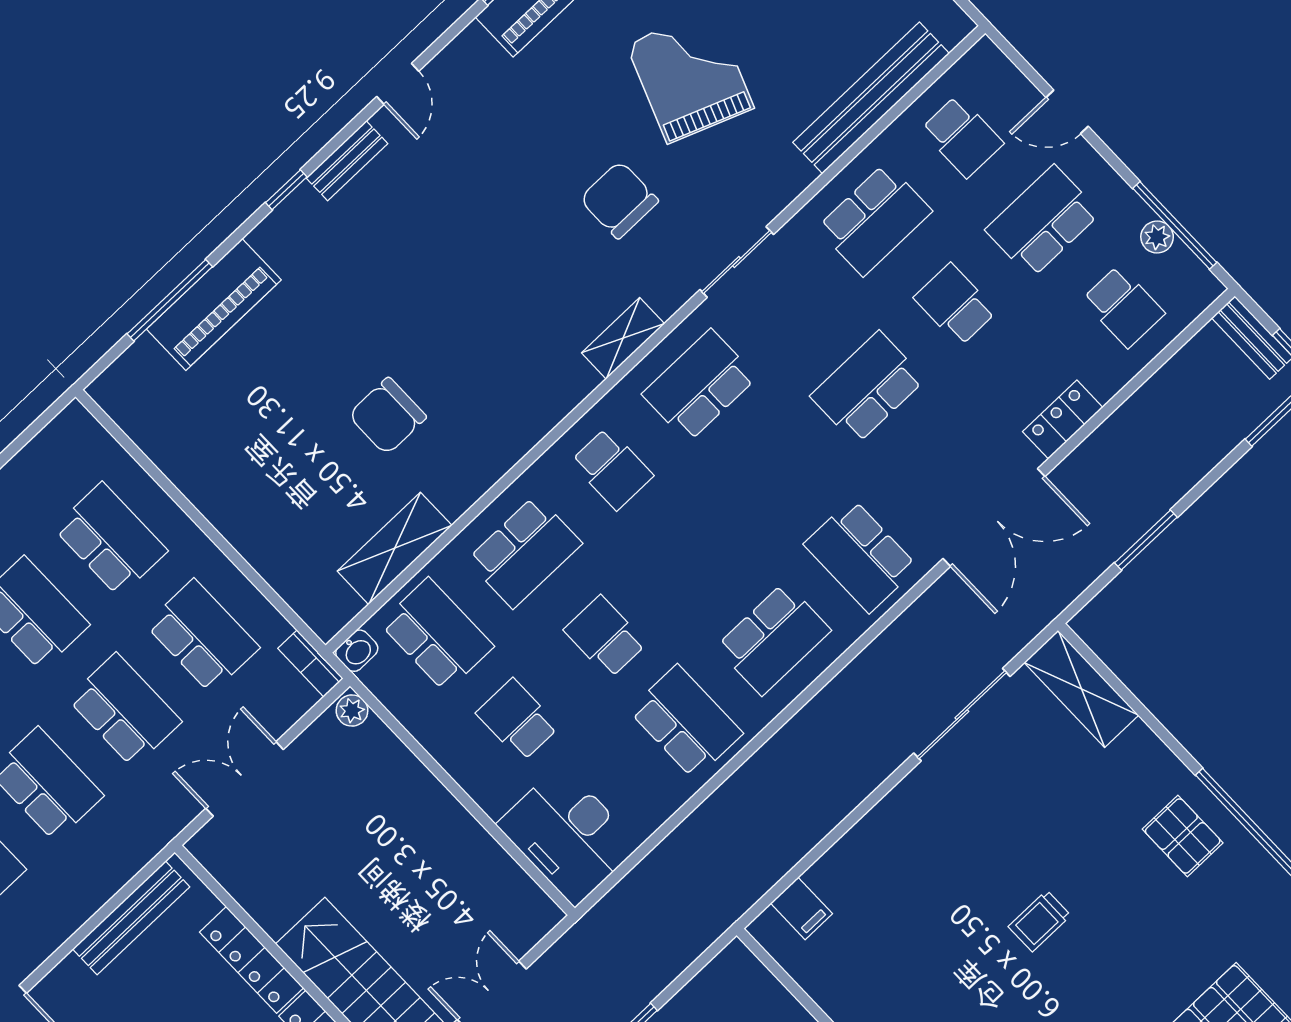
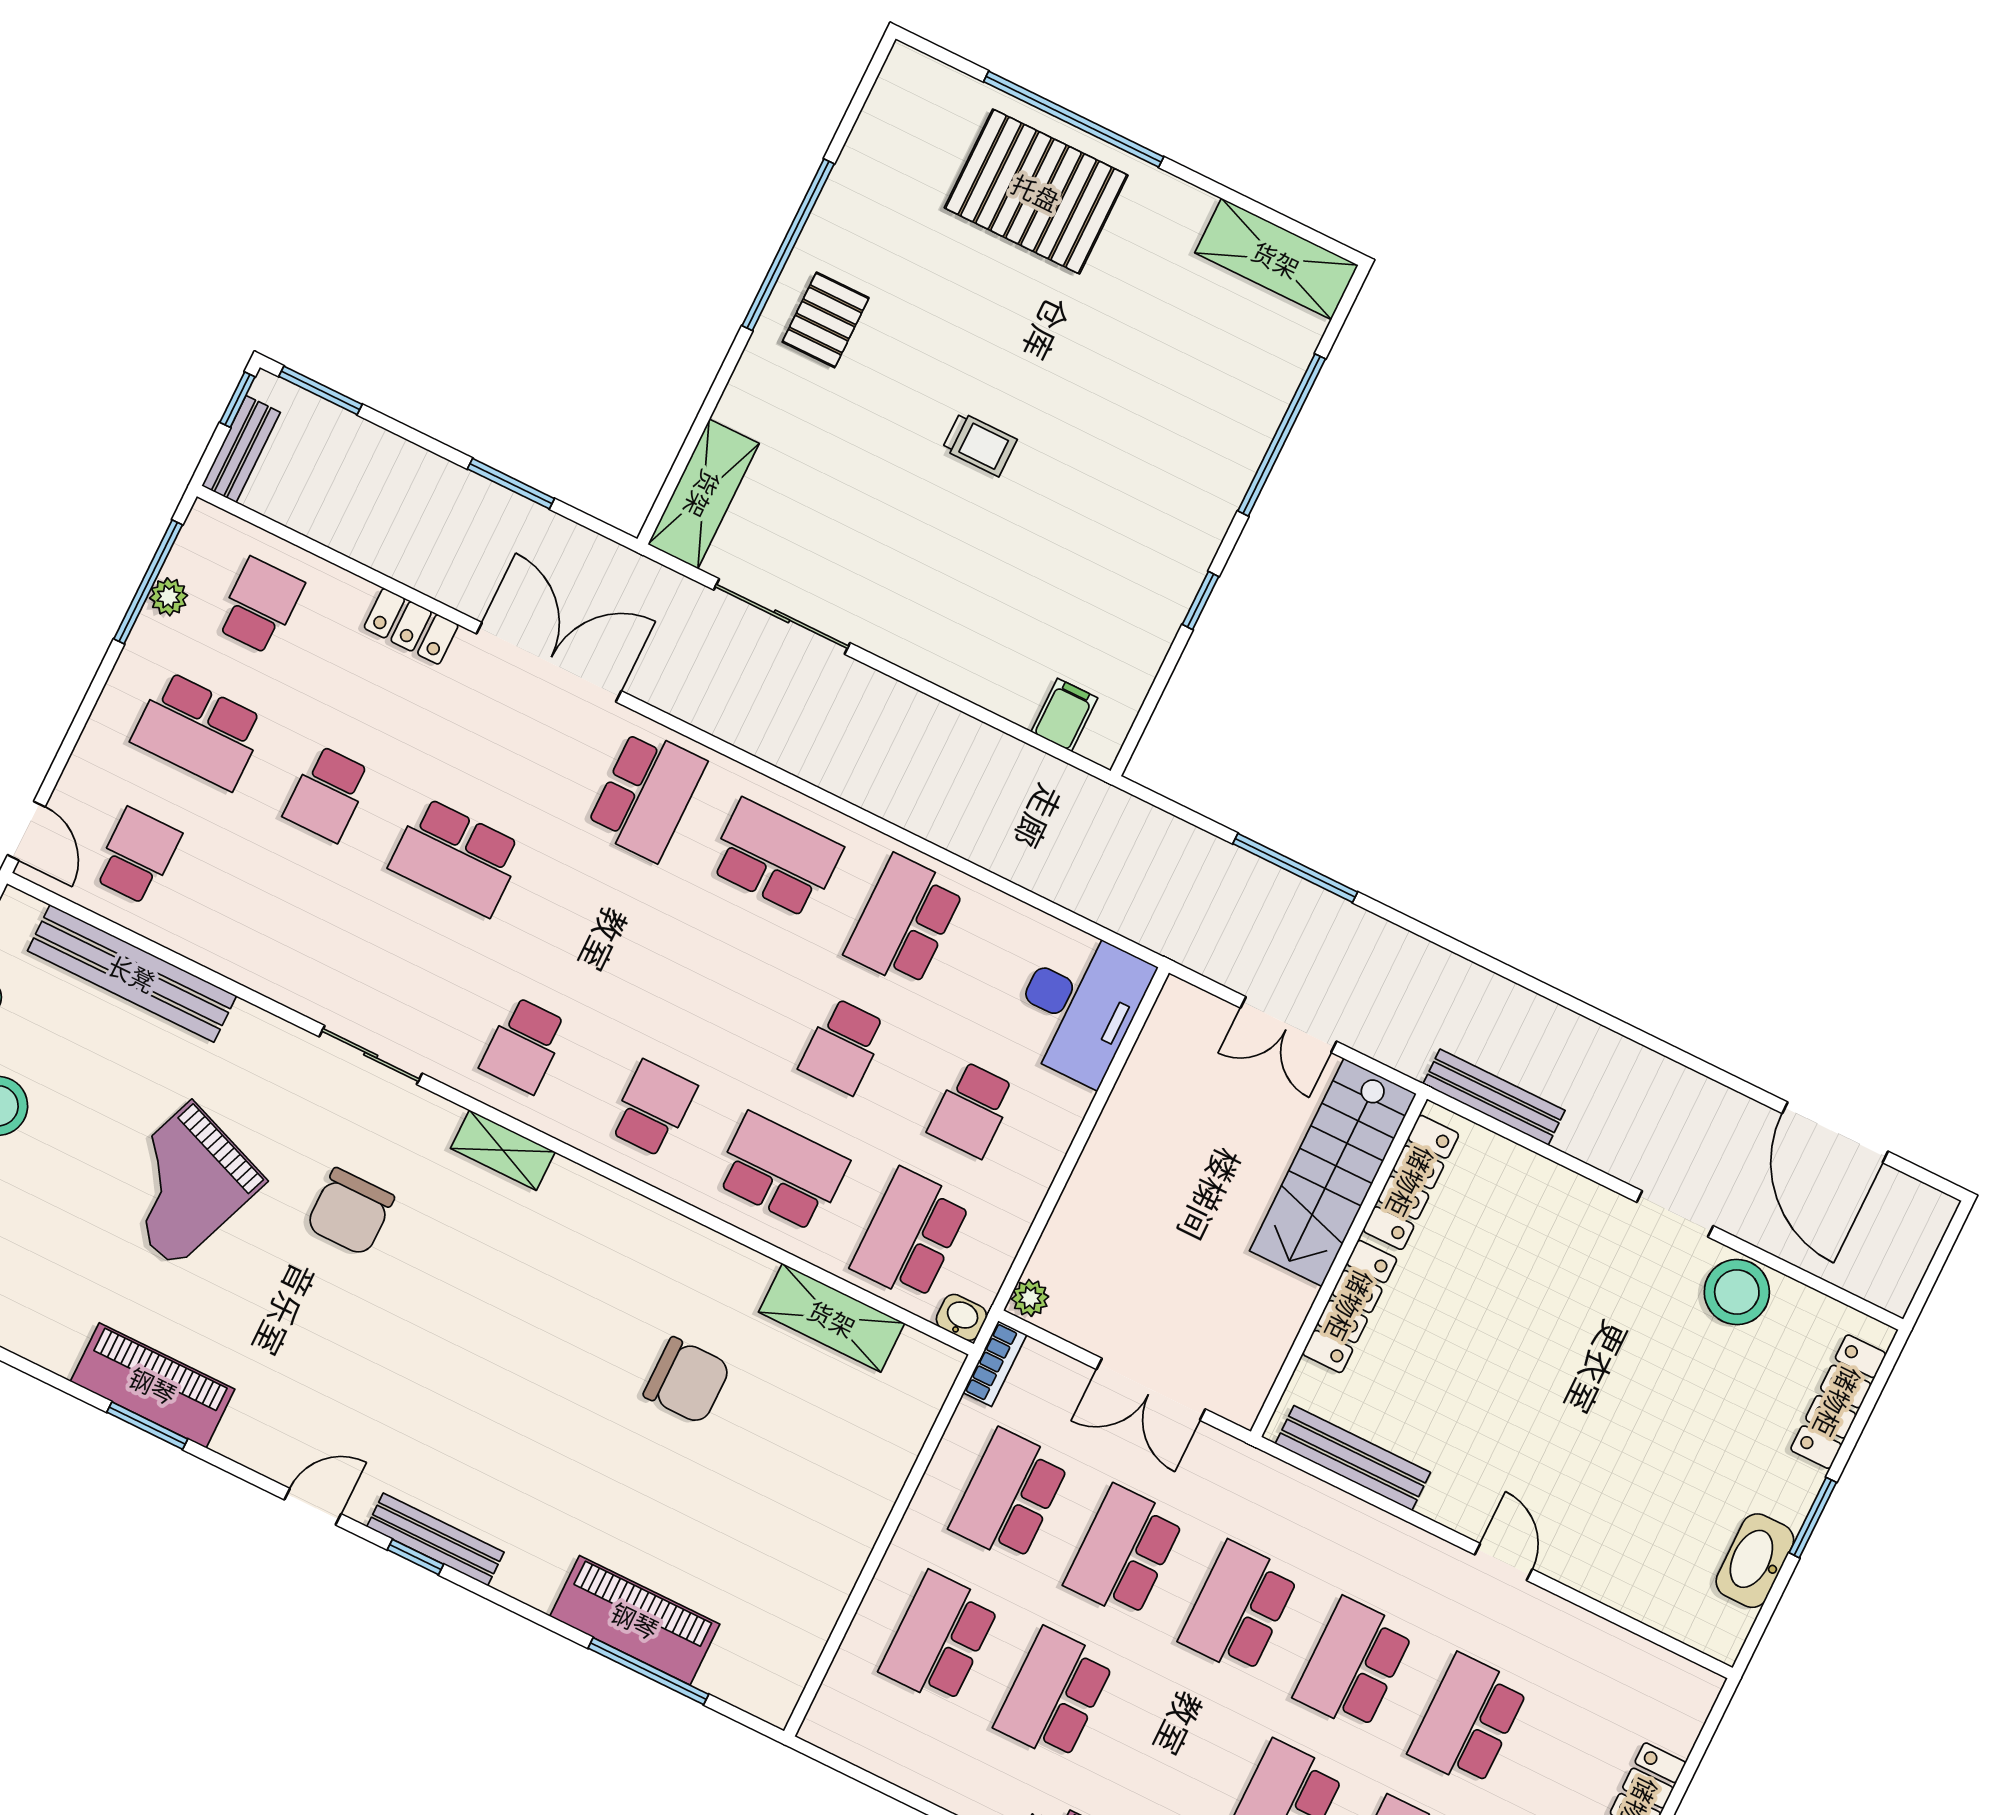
door: (1067, 112) -> (26, 831), moved
bench: (347, 161) -> (435, 1539), width x1.36
window: (286, 190) -> (415, 1557), moved
school desk: (875, 220) -> (266, 919), removed
school desk: (699, 386) -> (524, 1045), width x0.54

